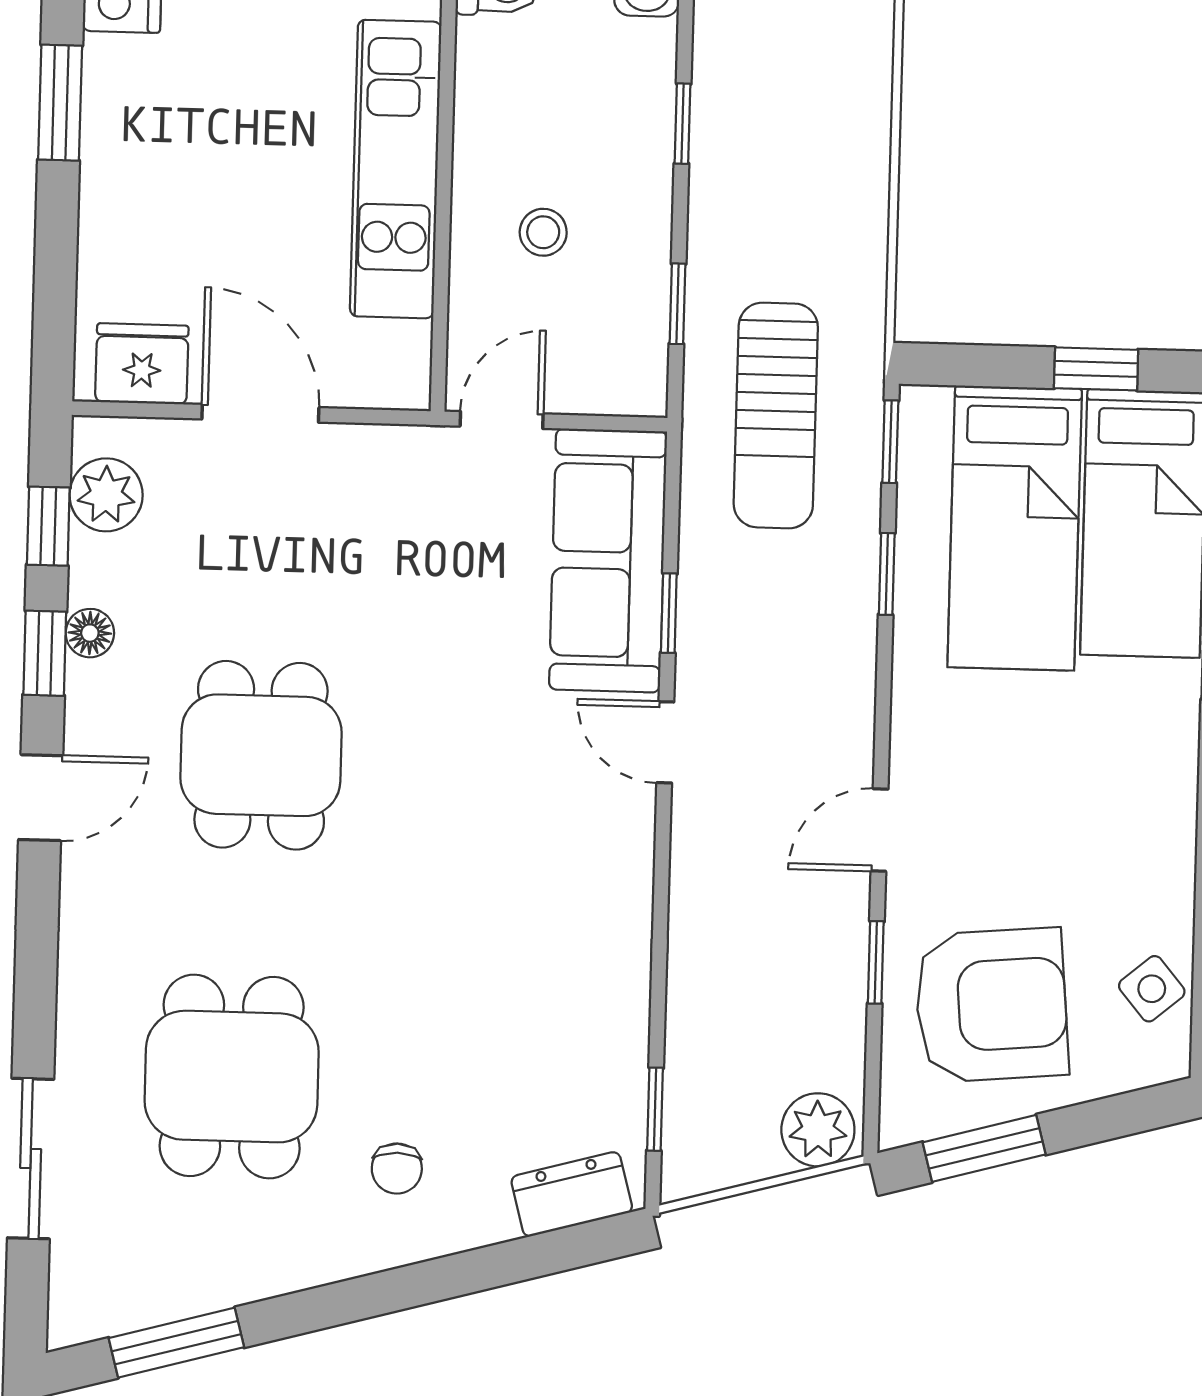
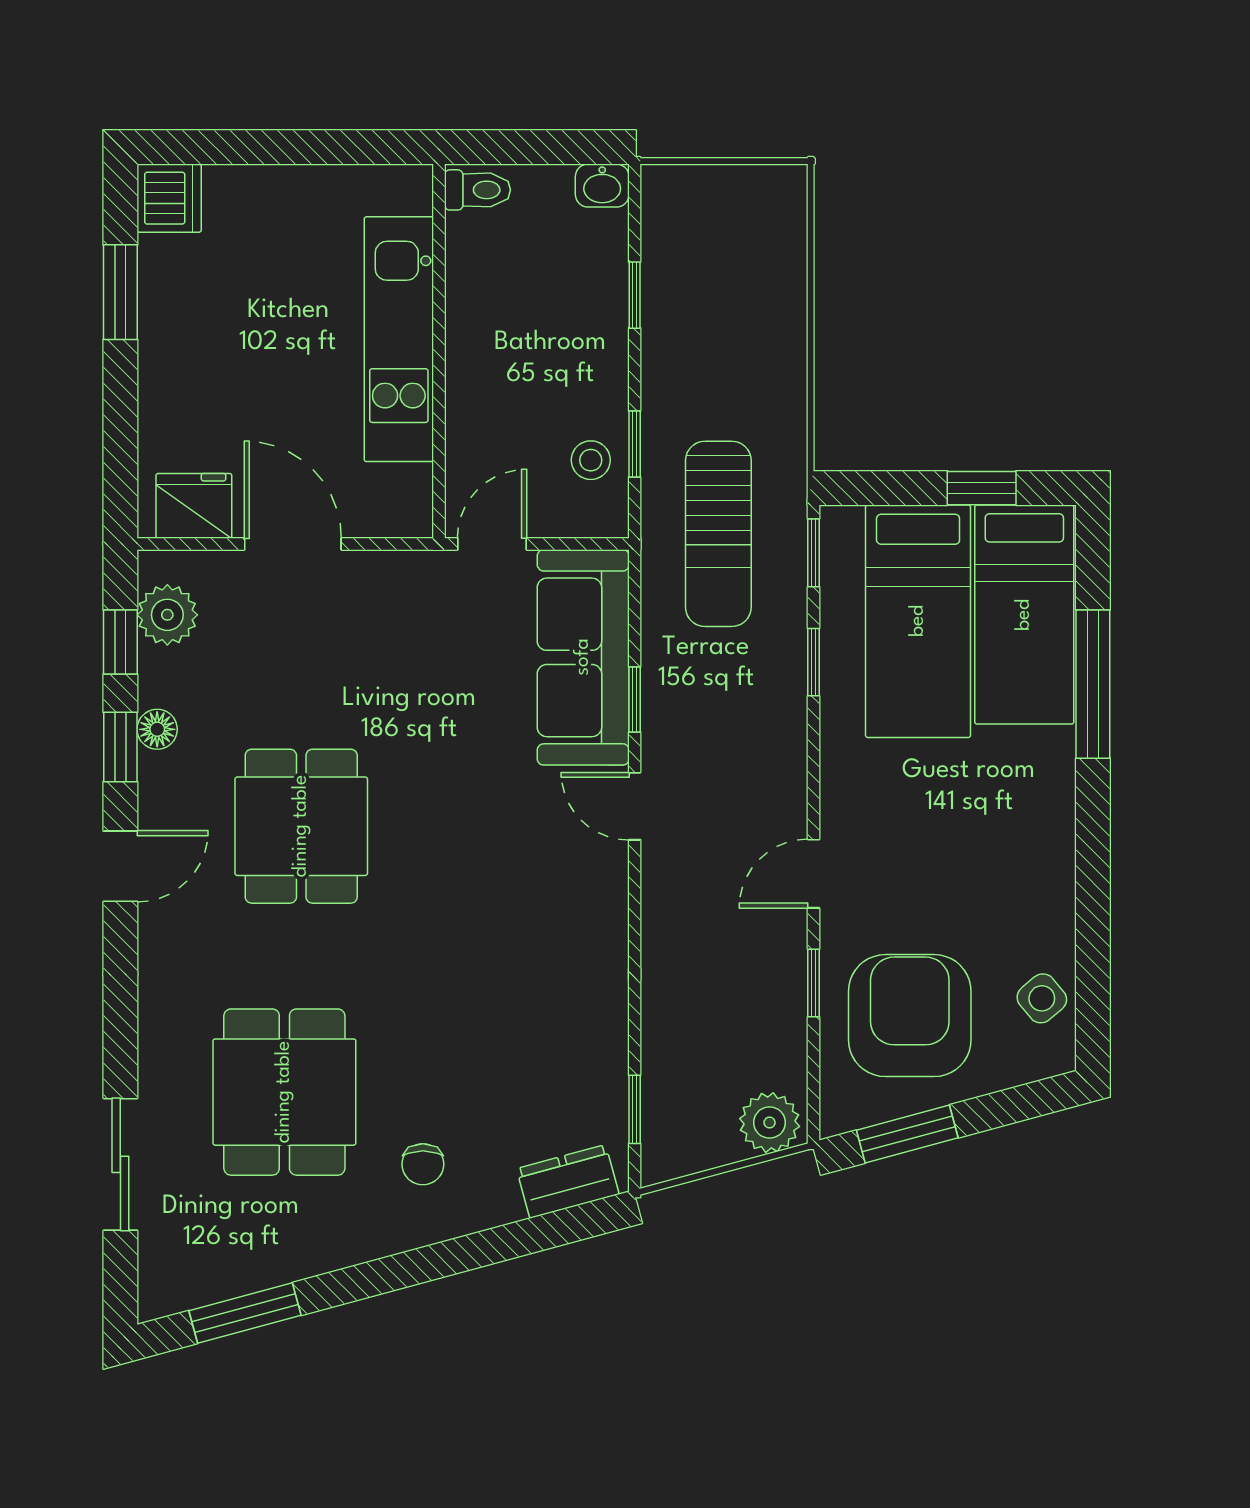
stool: (543, 232) -> (591, 460), moved
armchair: (991, 1005) -> (910, 1016), turned -85

